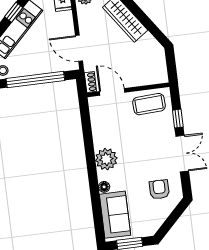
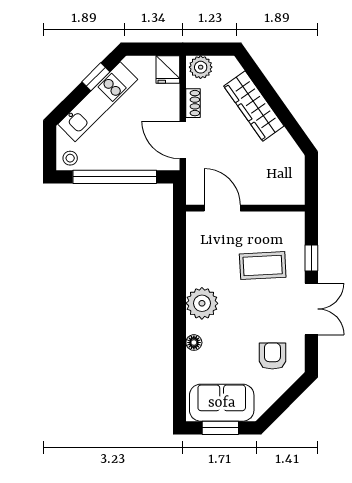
shoe rack: (90, 82) -> (193, 103), moved
coffee table: (149, 104) -> (263, 266), moved
sofa: (115, 215) -> (222, 403), moved, turned -90

